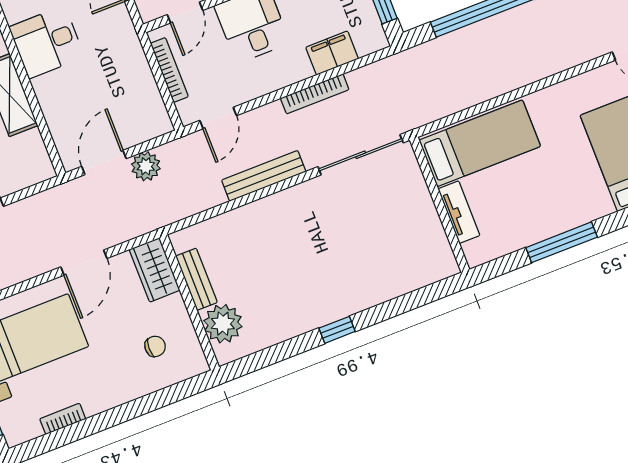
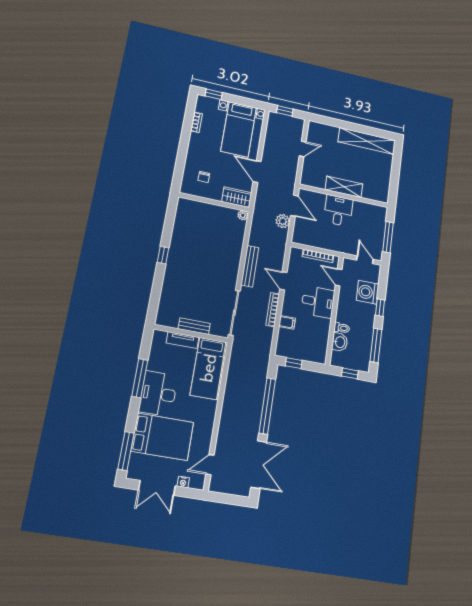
desk: (47, 42) -> (338, 211), moved
filing cabinet: (332, 53) -> (287, 322), width x0.50
door: (218, 118) -> (283, 281), moved
desk: (568, 198) -> (158, 394), added
bench: (197, 279) -> (194, 326), moved
plant: (223, 324) -> (243, 215), moved, width x0.53, depth x0.53

